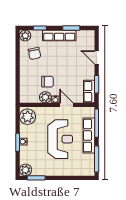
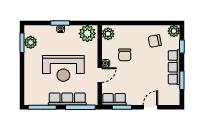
plant: (45, 97) -> (108, 34), moved
plant: (26, 170) -> (31, 42), moved

